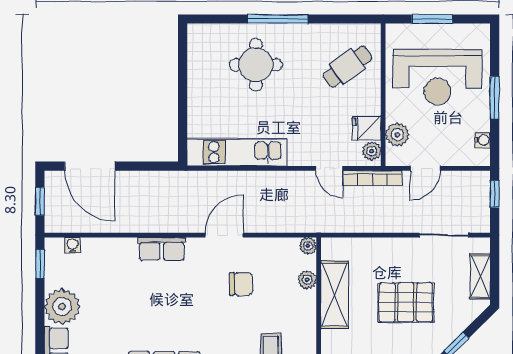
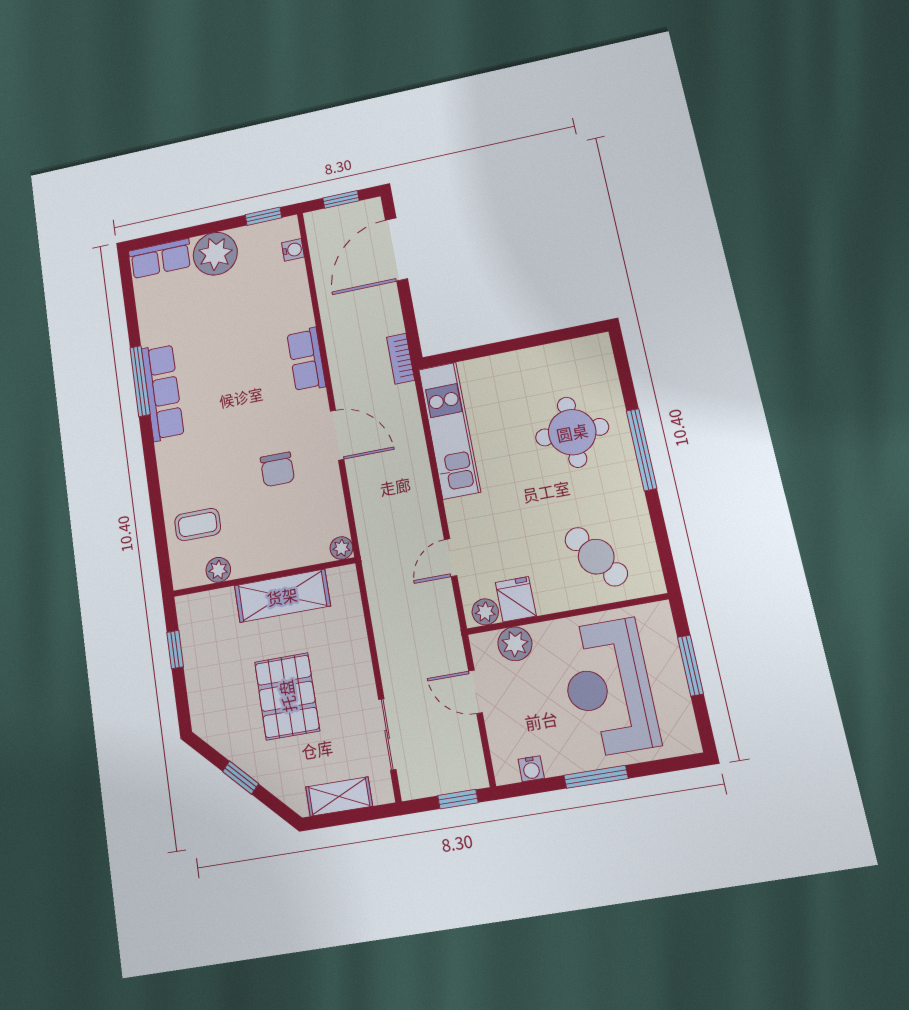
bookcase: (372, 178) -> (401, 359), moved, width x0.64
plant: (307, 280) -> (218, 570), moved

